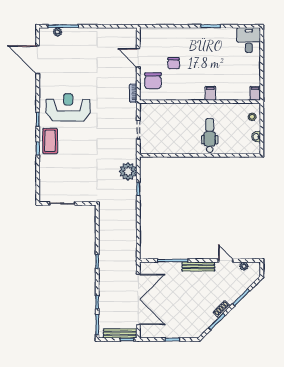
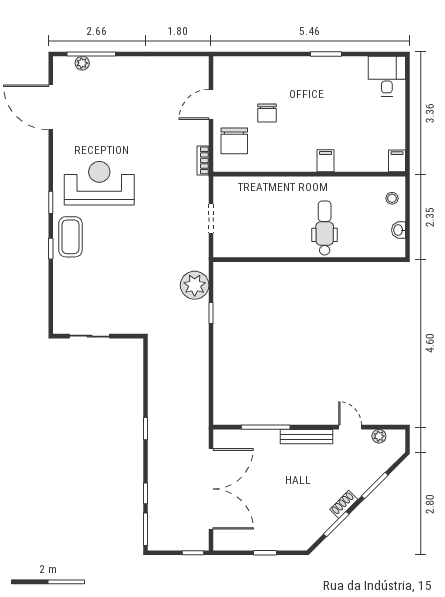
door: (138, 58) -> (211, 104), hinge flipped
bench: (120, 333) -> (182, 543), removed

